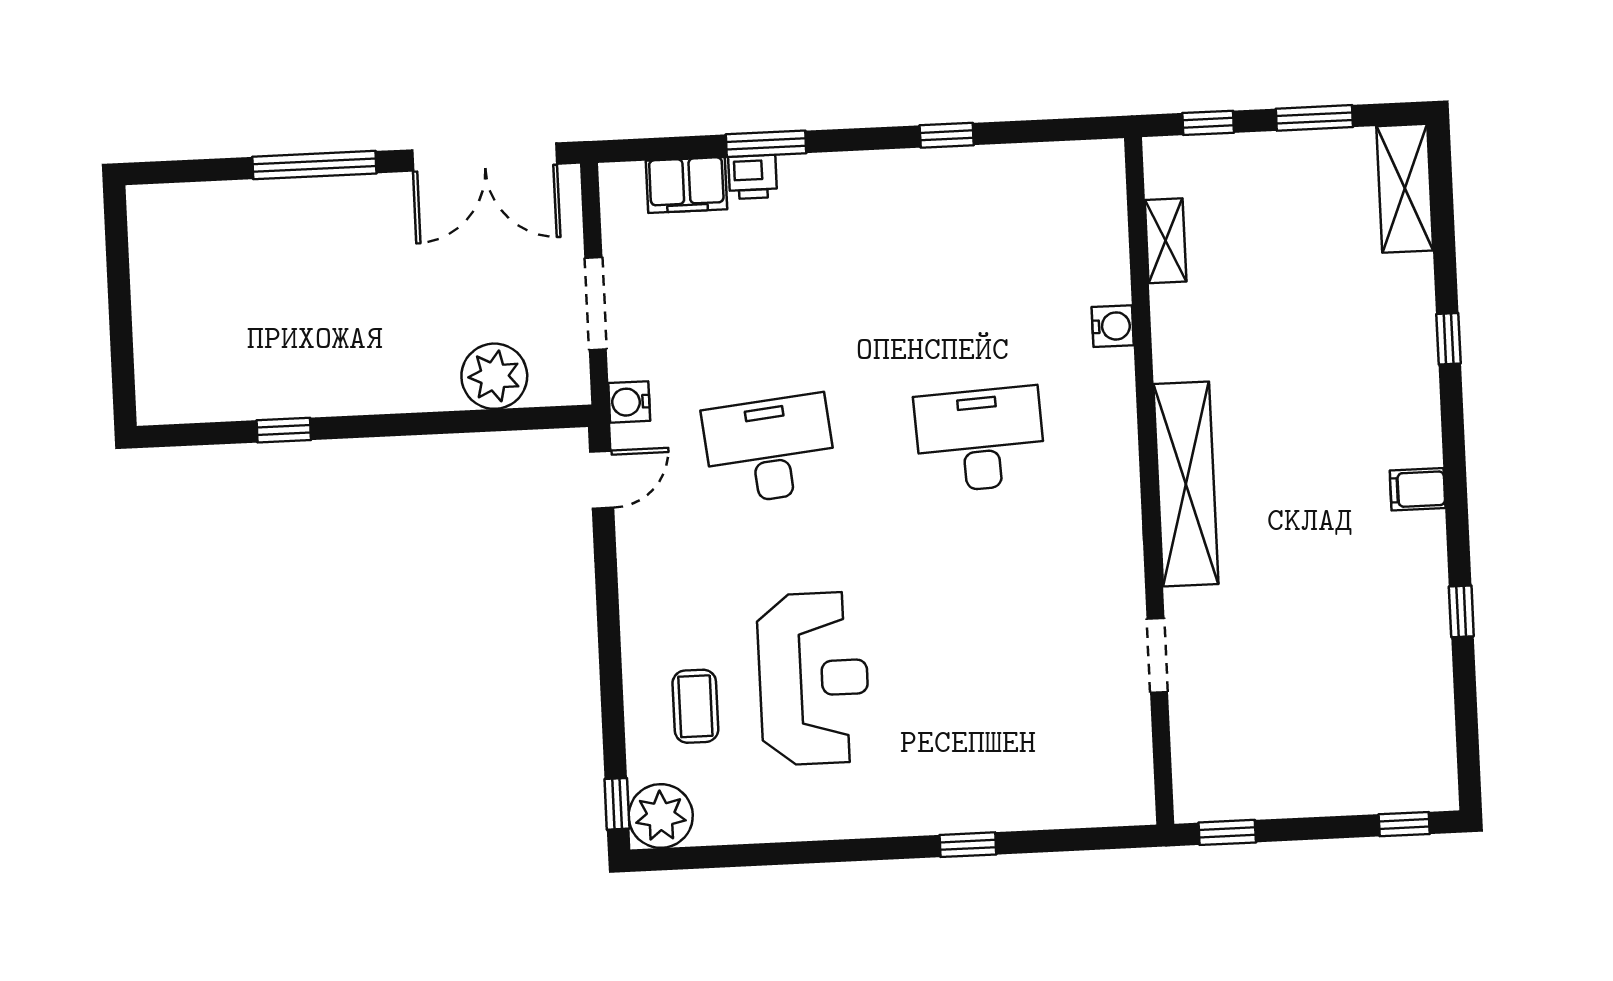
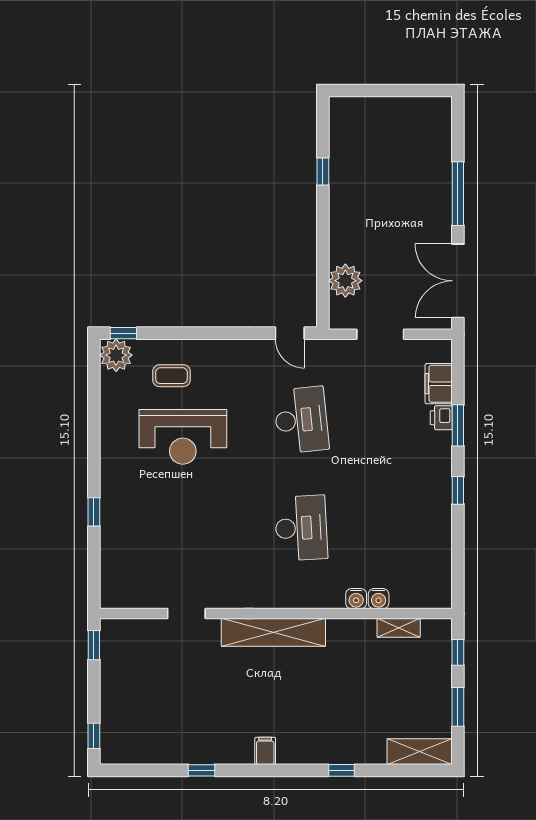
window: (947, 135) -> (458, 490), moved
water cooler: (629, 402) -> (379, 599), moved, turned 180

